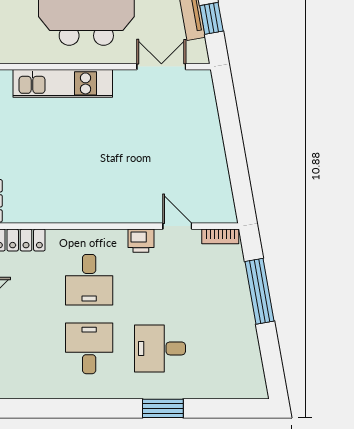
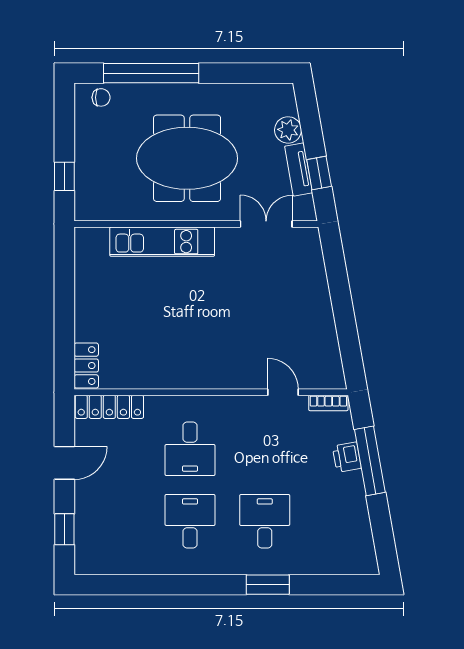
printer: (141, 241) -> (347, 457), moved, turned 80
desk: (160, 348) -> (265, 521), turned 90

